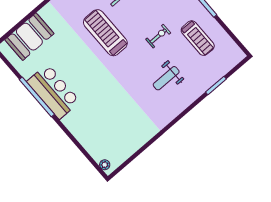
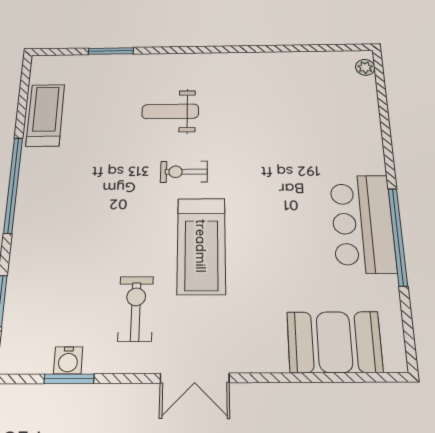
exercise bike: (158, 36) -> (184, 172), moved
treadmill: (198, 38) -> (45, 115), moved
weight bench: (166, 78) -> (170, 111), turned 180

